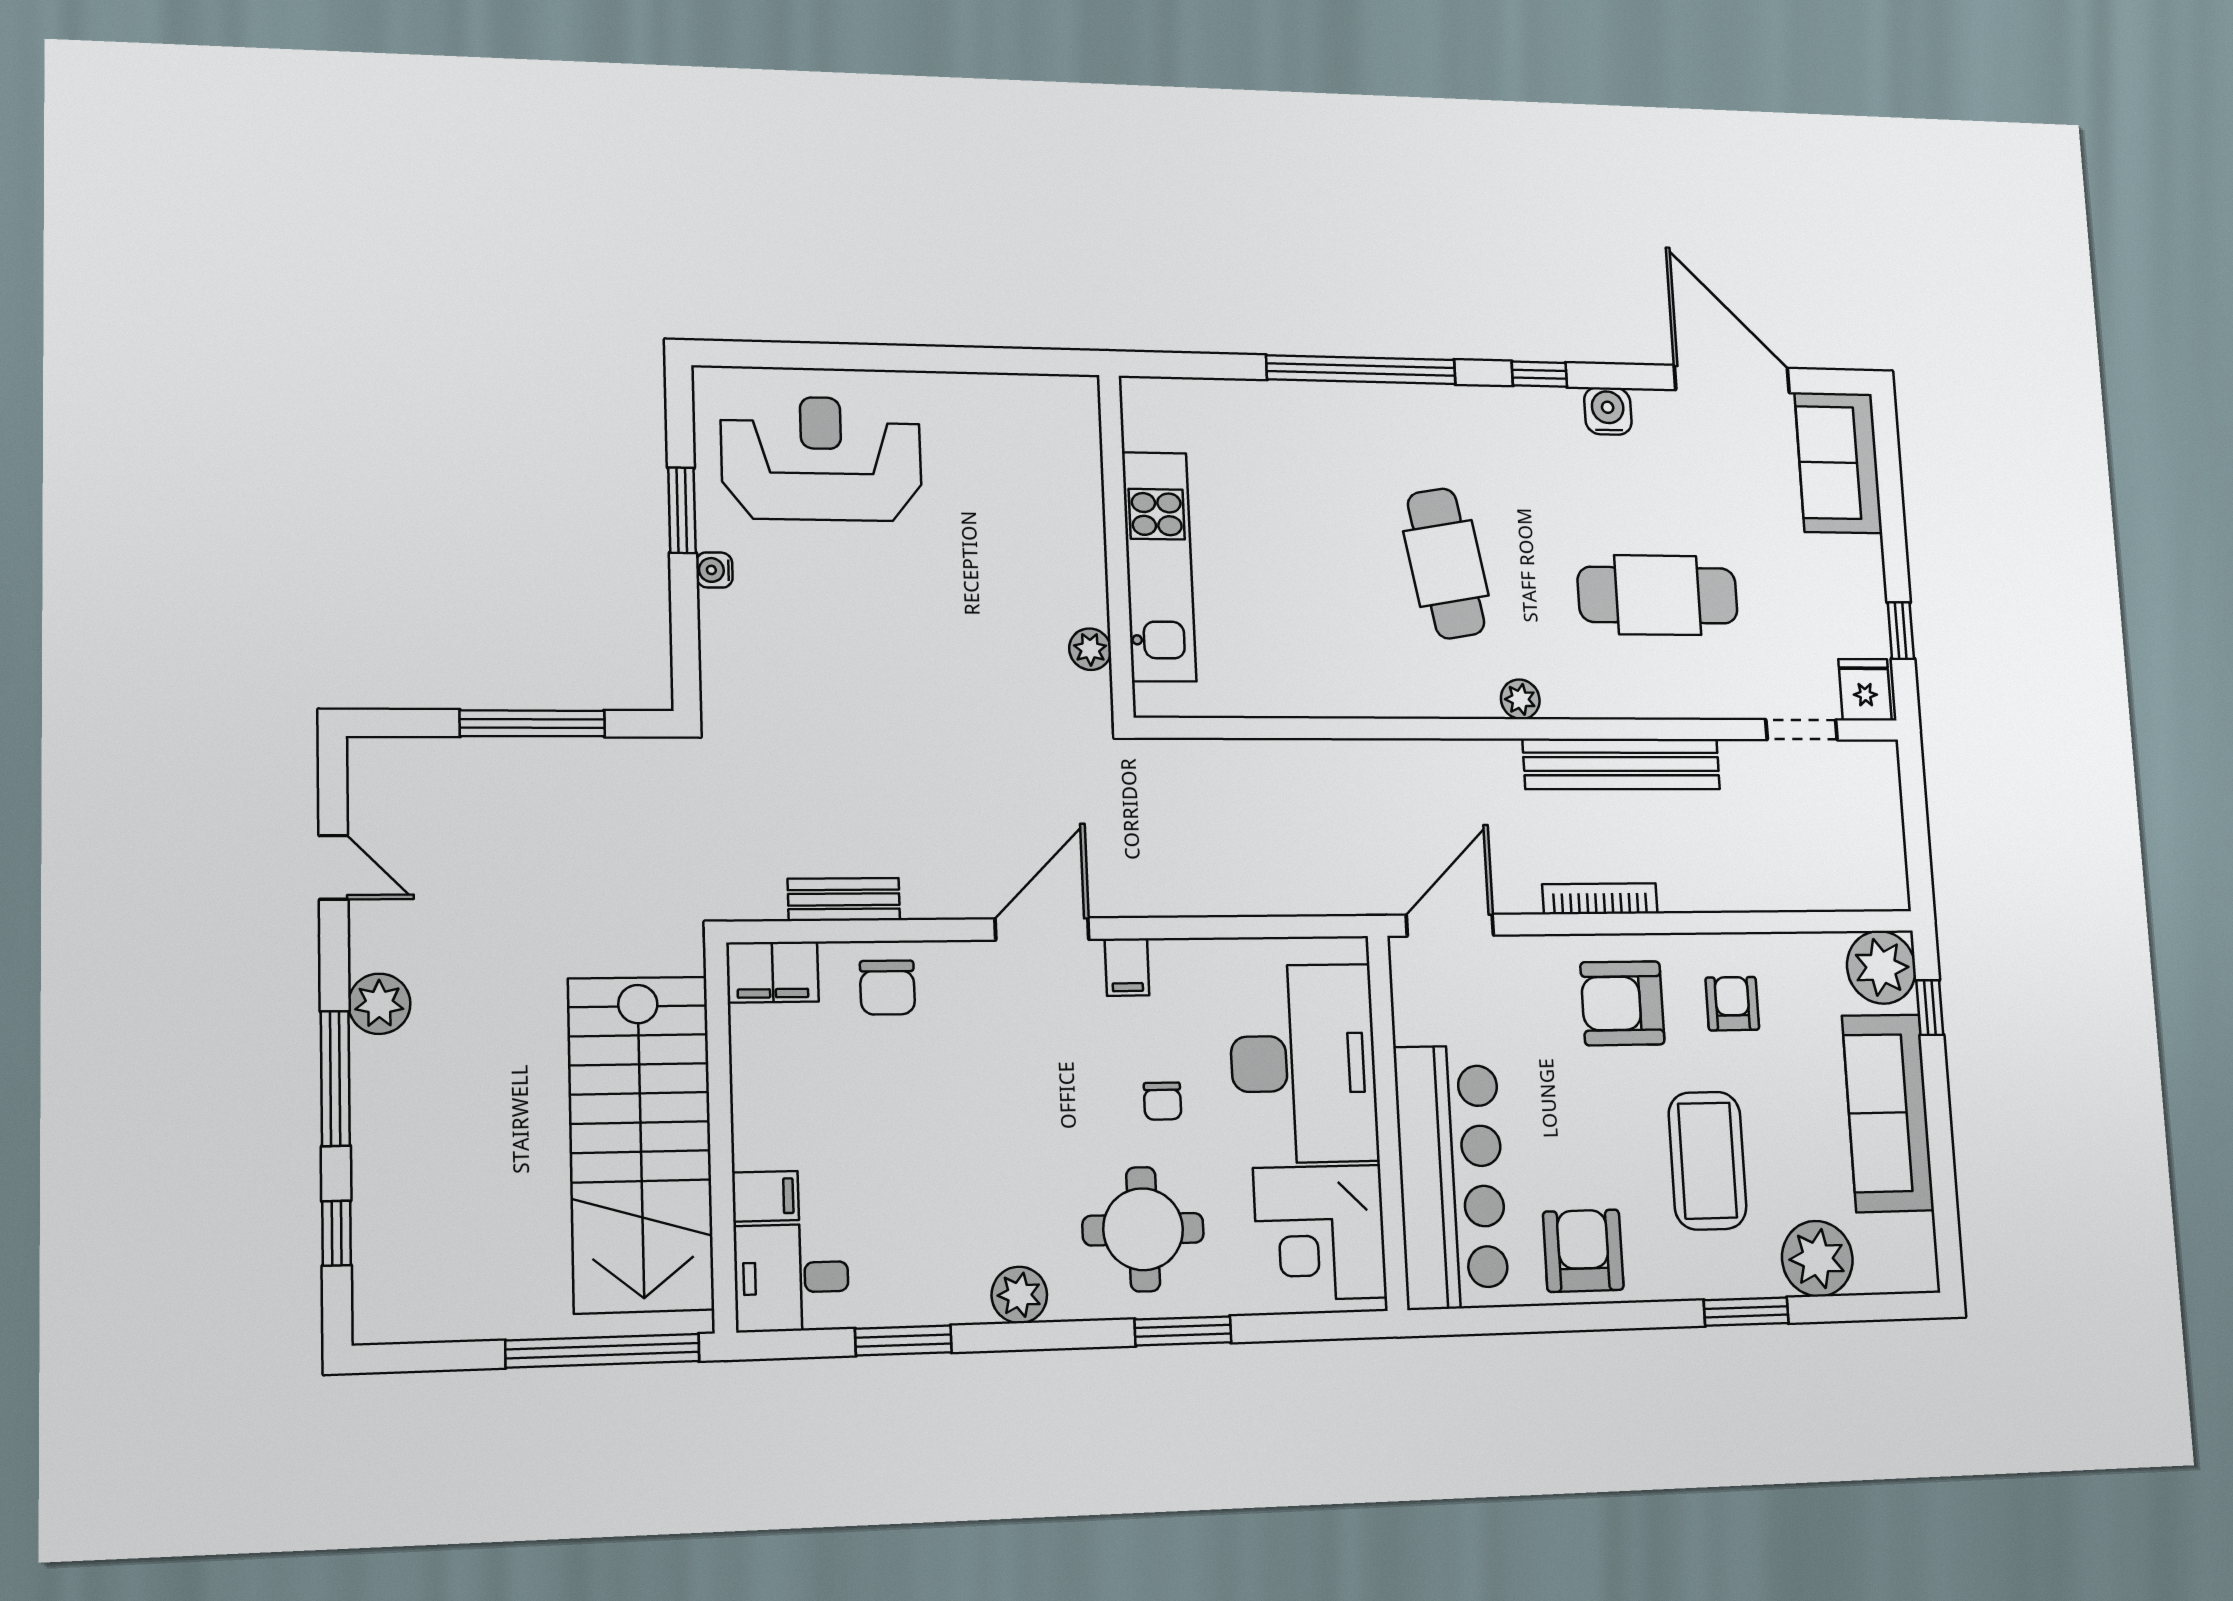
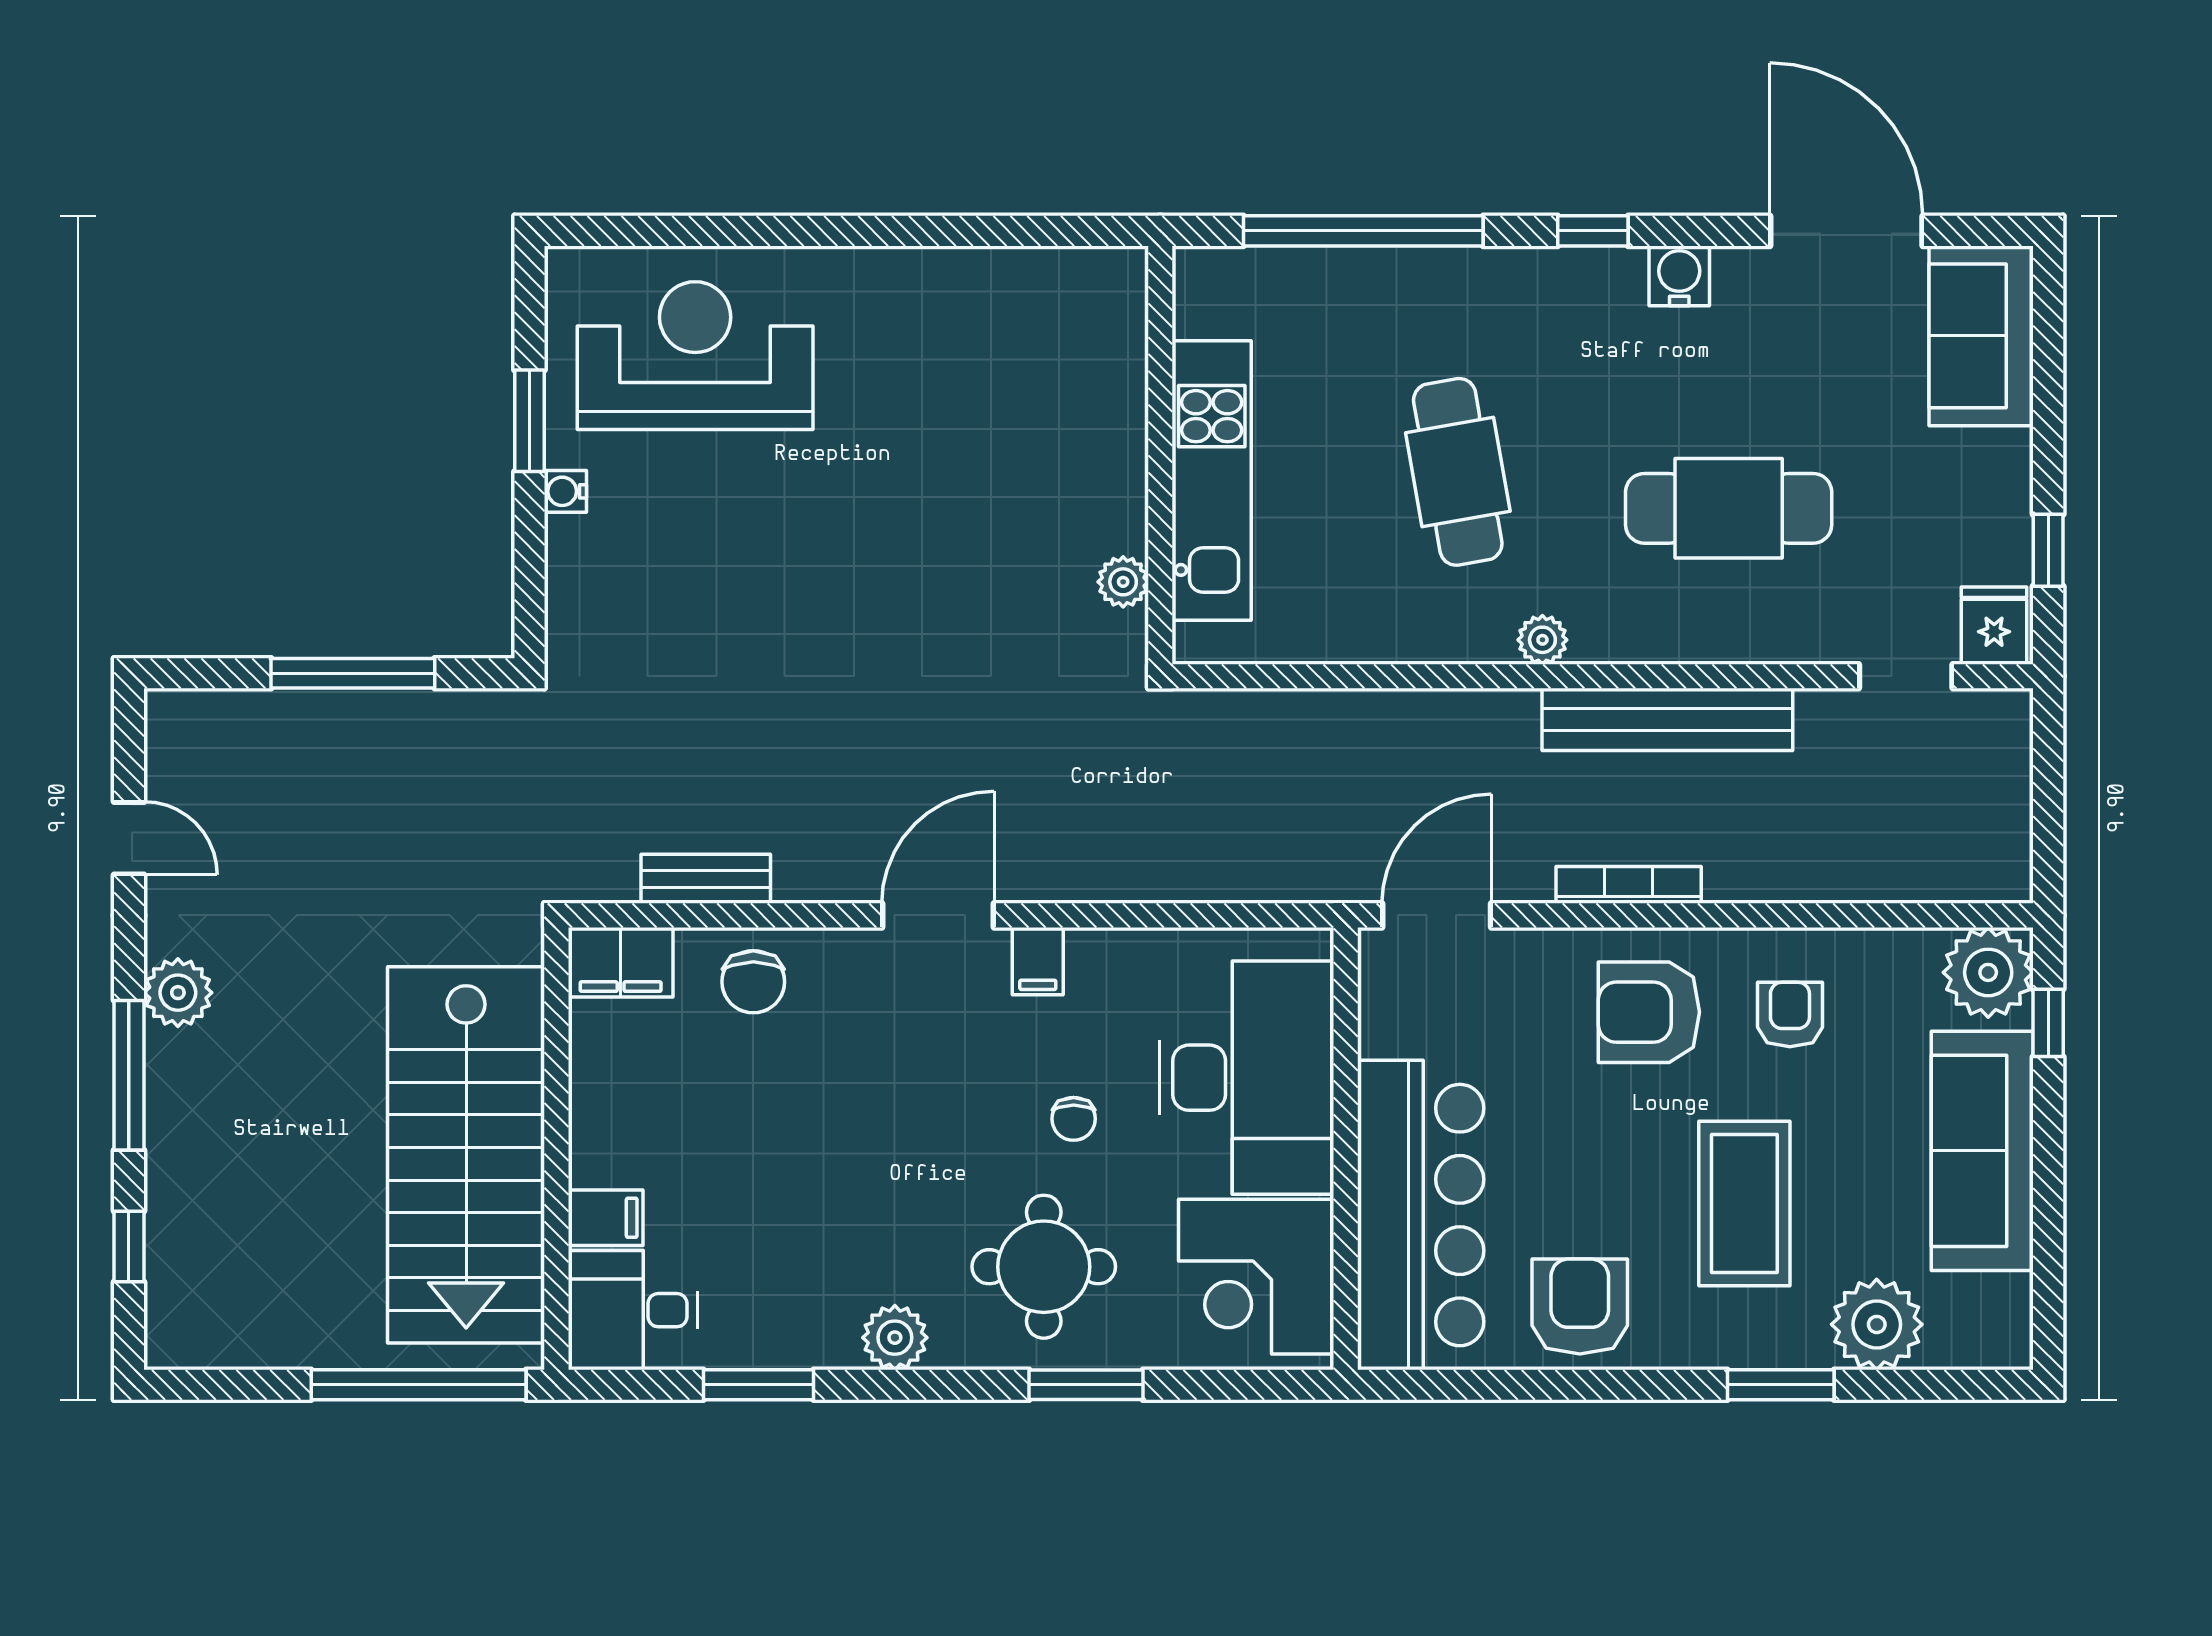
wall: (1116, 545) -> (1160, 455), moved
kitchen unit: (1159, 567) -> (1212, 480), moved
plant: (1090, 649) -> (1123, 582), moved

